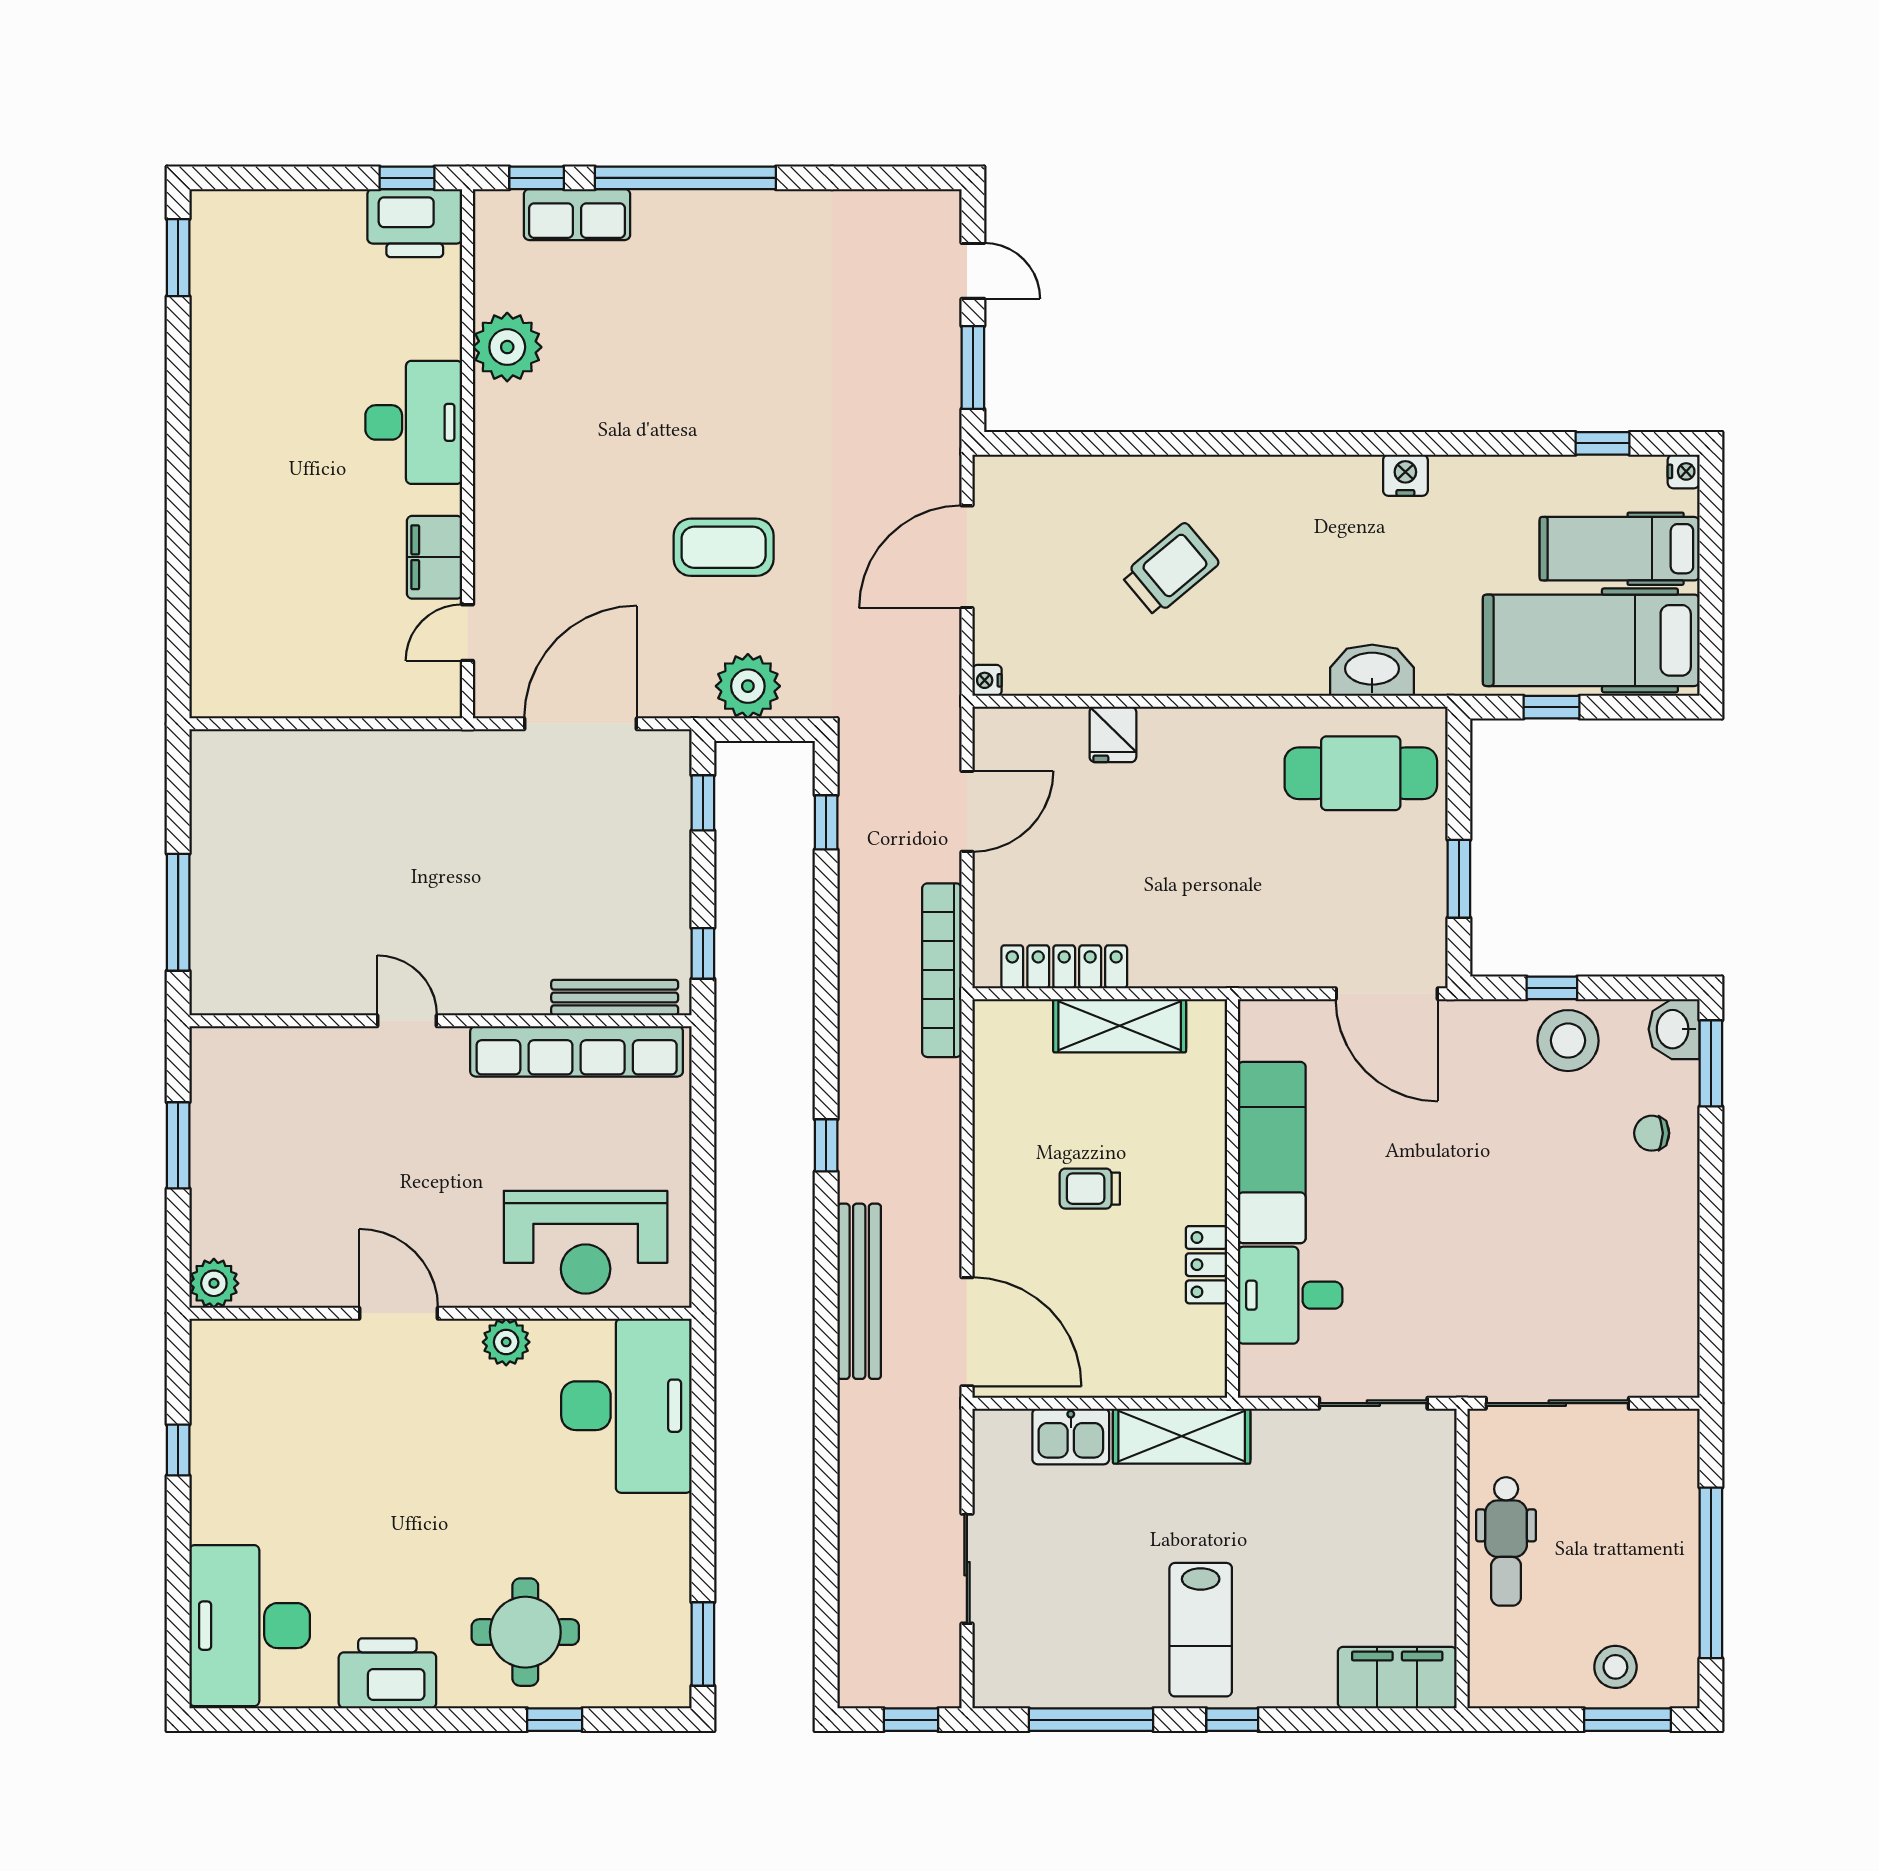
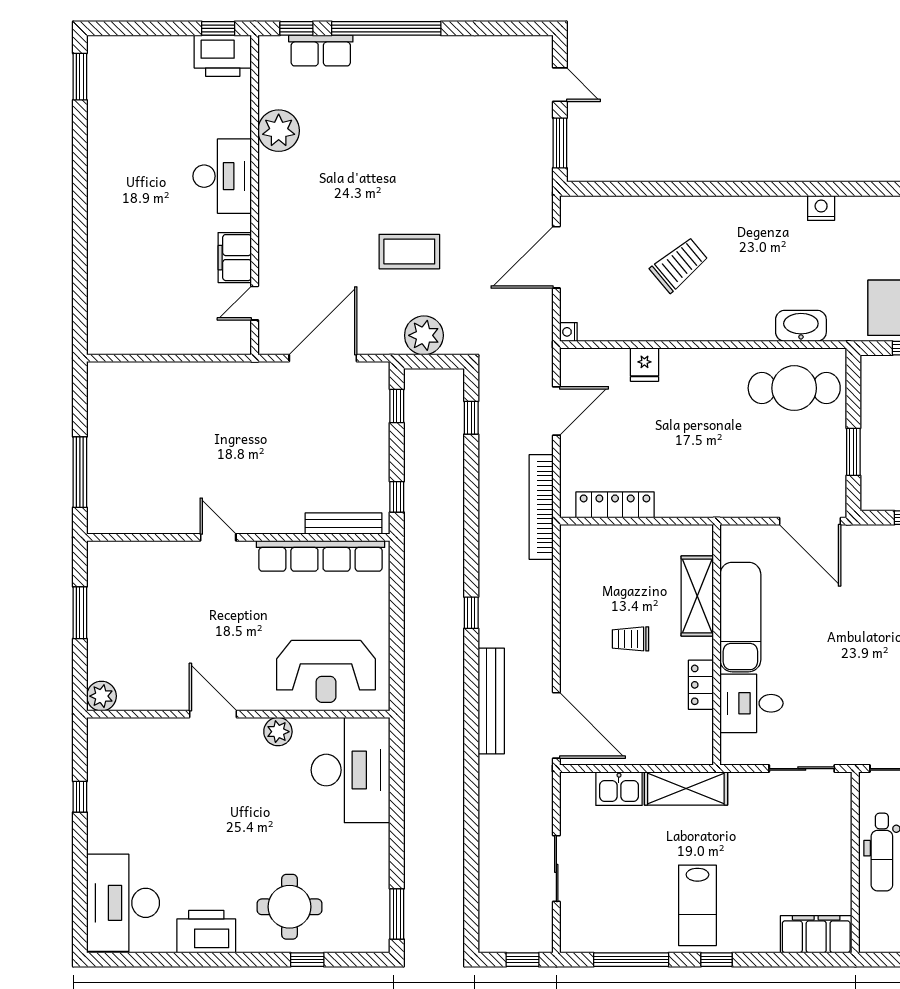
shelving: (1120, 1026) -> (697, 596), moved, turned 90

